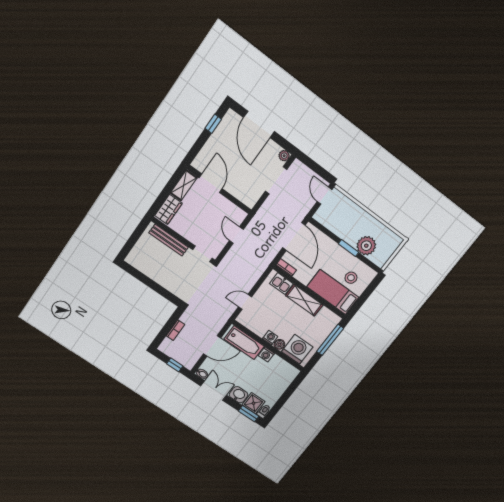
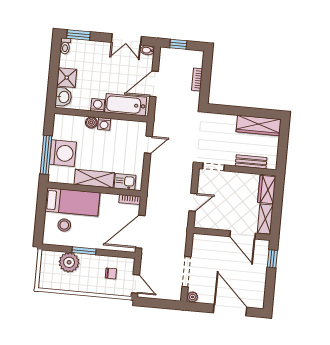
window: (213, 124) -> (272, 259), moved
chair: (339, 216) -> (111, 273), added
door: (236, 235) -> (193, 202), hinge flipped
door: (294, 236) -> (140, 232), hinge flipped
bench: (169, 240) -> (251, 162), width x0.73
wardrobe: (146, 266) -> (259, 125), added
washing machine: (297, 349) -> (63, 153), moved, turned -90
washbasin: (239, 395) -> (63, 97), moved, turned -90
shower: (253, 403) -> (67, 78), moved

